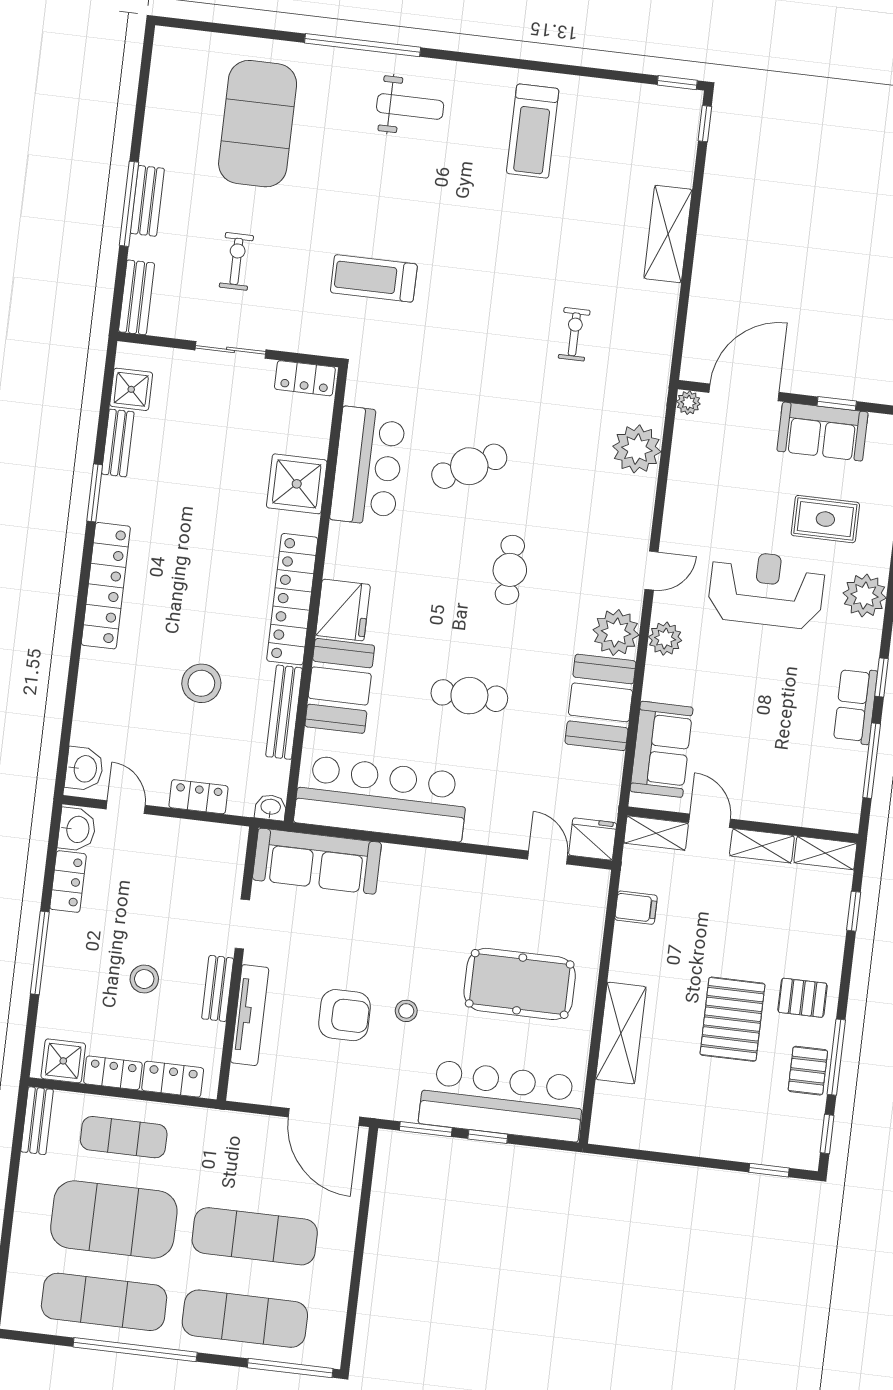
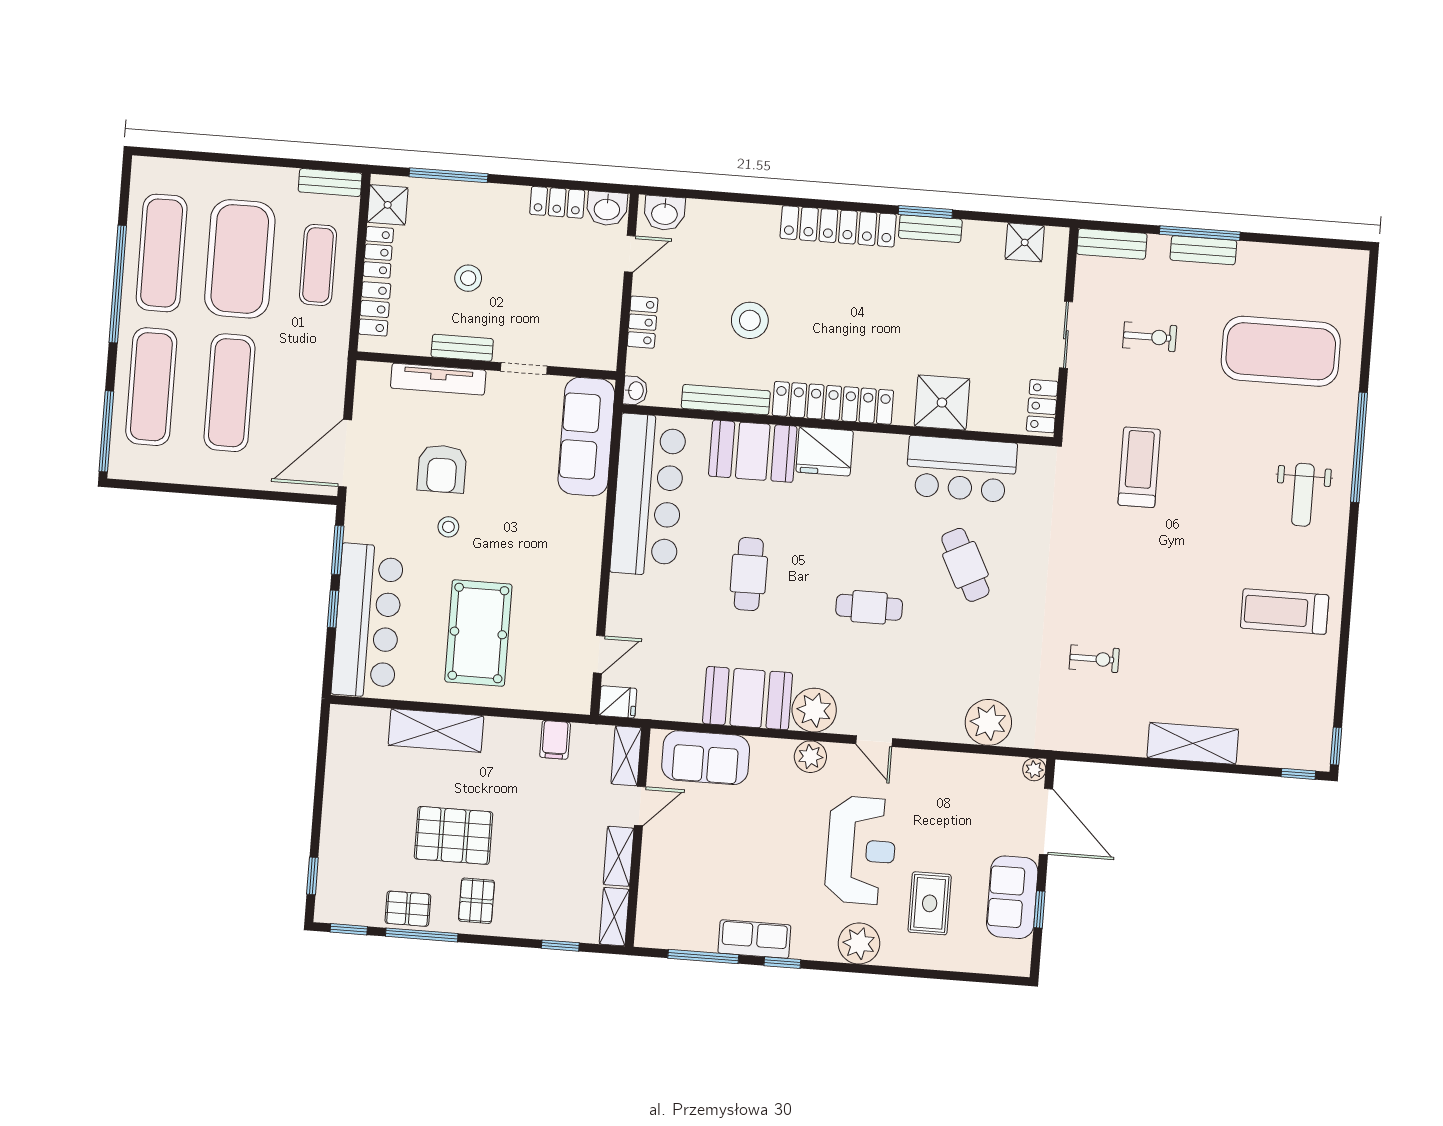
bench: (118, 443) -> (930, 229), moved
fridge: (593, 839) -> (618, 702), width x0.72
window: (40, 953) -> (448, 175), moved

